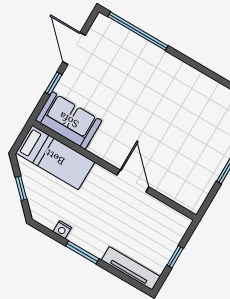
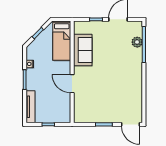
plant: (128, 40) -> (137, 42), added
sofa: (69, 120) -> (83, 50), moved
door: (133, 181) -> (72, 84), swing flipped

